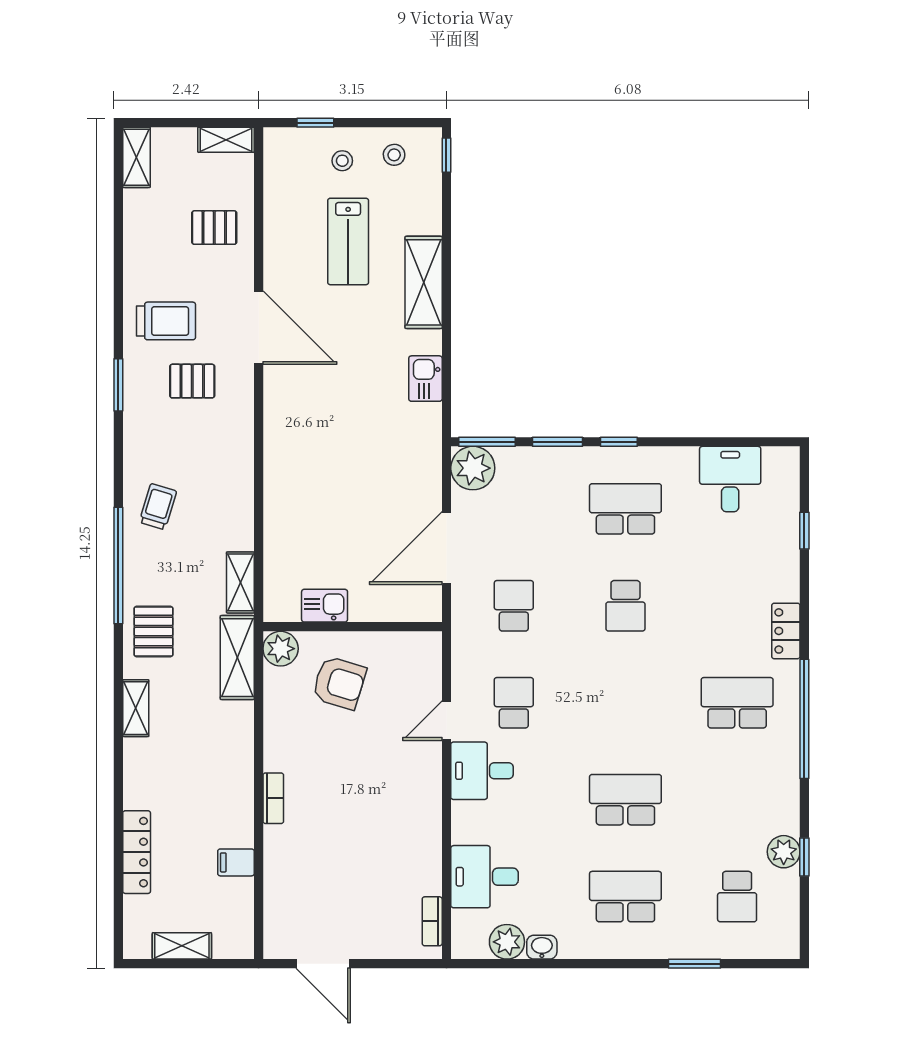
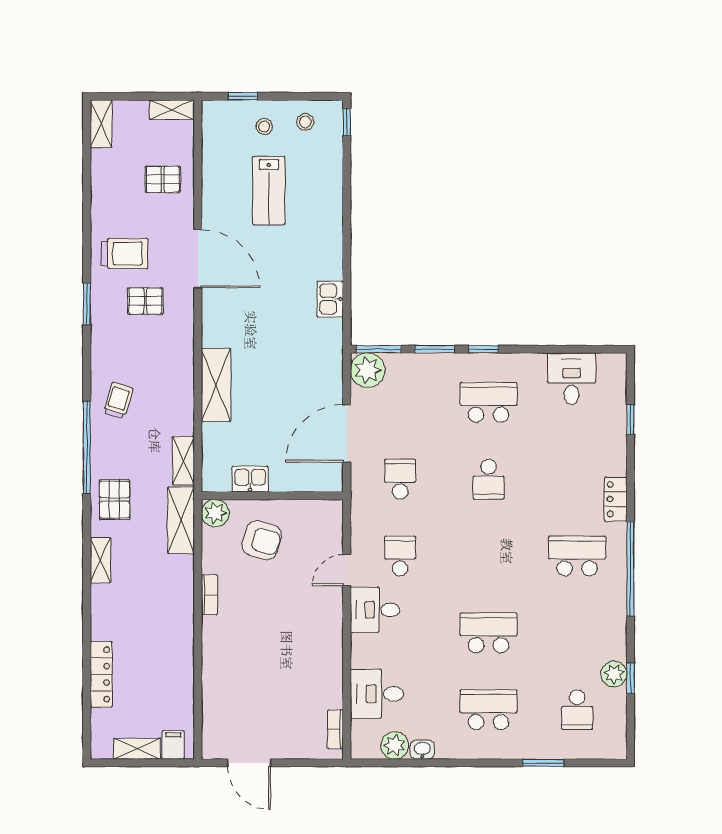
shelving: (424, 282) -> (216, 385), moved
bookcase: (273, 798) -> (209, 595), moved
filing cabinet: (236, 862) -> (173, 745), moved, turned 90

